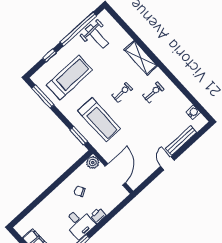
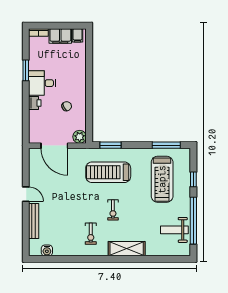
filing cabinet: (23, 229) -> (78, 35), added

